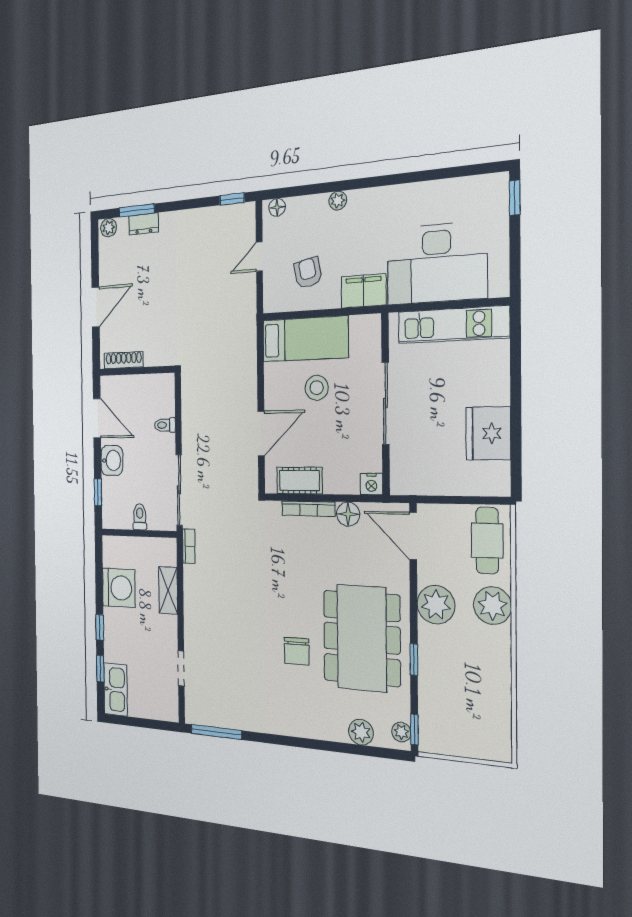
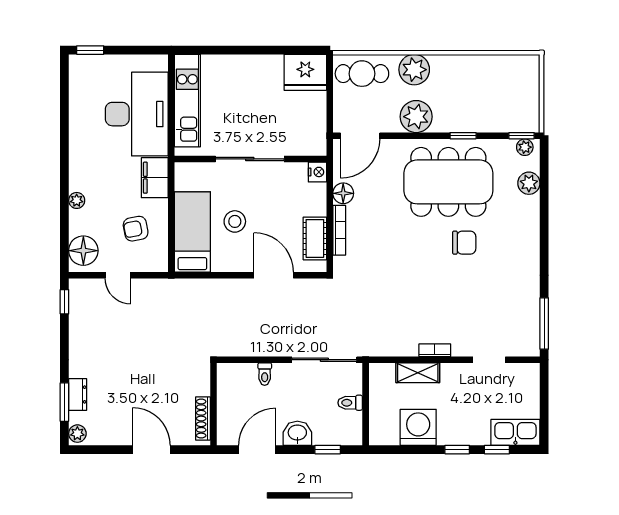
floor lamp: (277, 207) -> (83, 251), width x1.89, depth x1.89
fridge: (488, 433) -> (305, 72), moved
bookcase: (189, 546) -> (435, 350), moved

